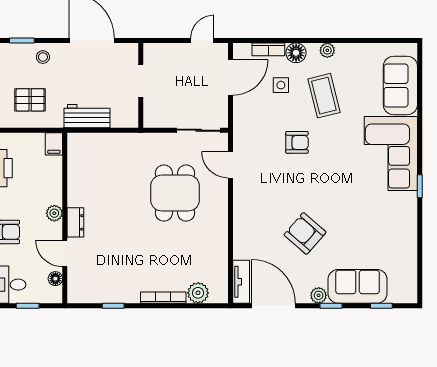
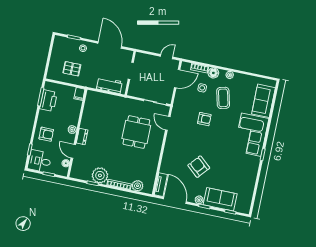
workbench: (87, 116) -> (109, 85), moved
plant: (124, 288) -> (100, 175), added

